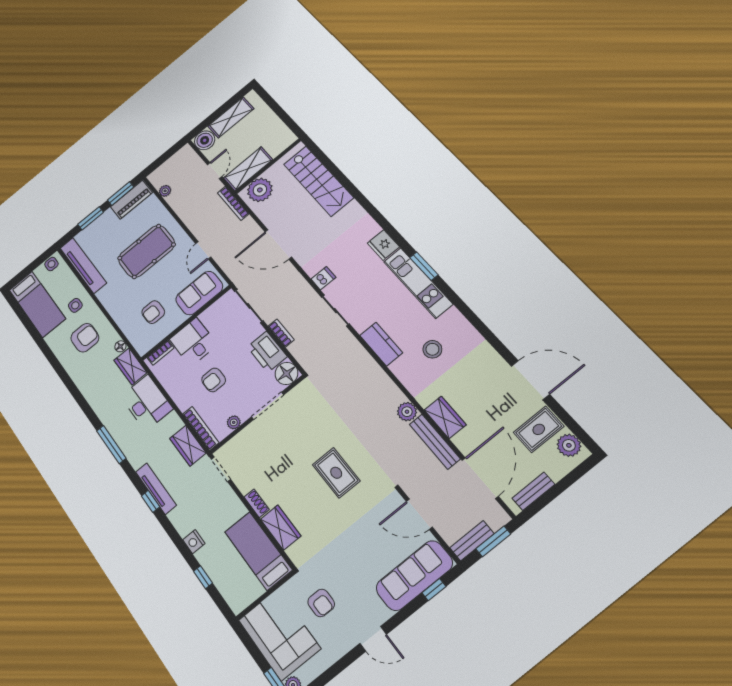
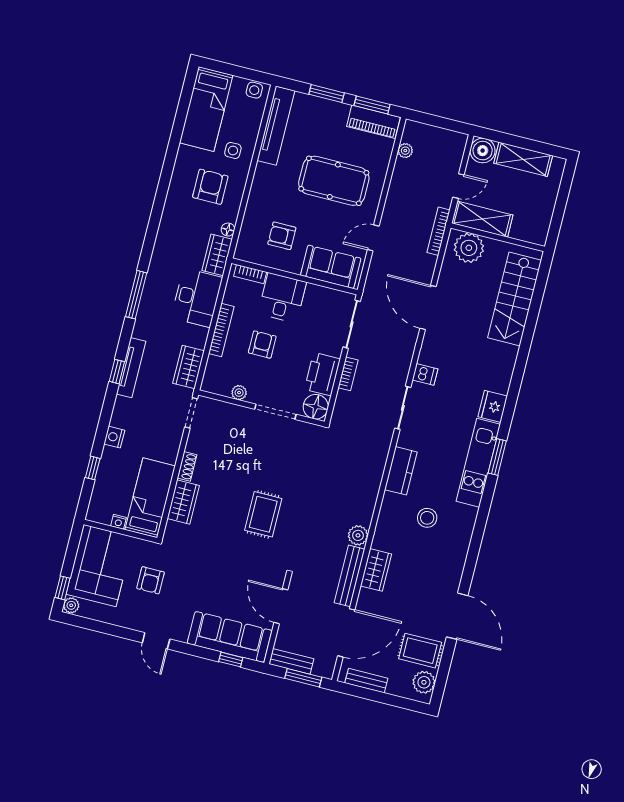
armchair: (85, 338) -> (210, 187), turned -90
armchair: (214, 380) -> (262, 345), turned 90
bookcase: (201, 428) -> (221, 330), moved
nightstand: (257, 591) -> (119, 522), added

